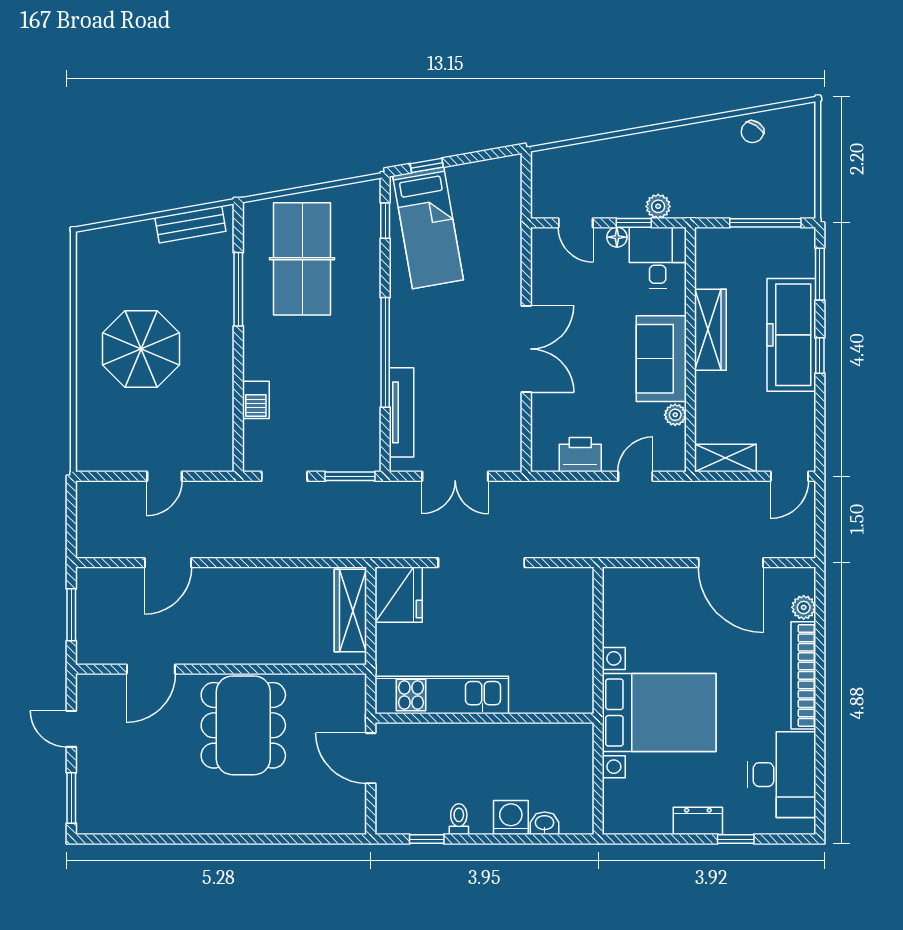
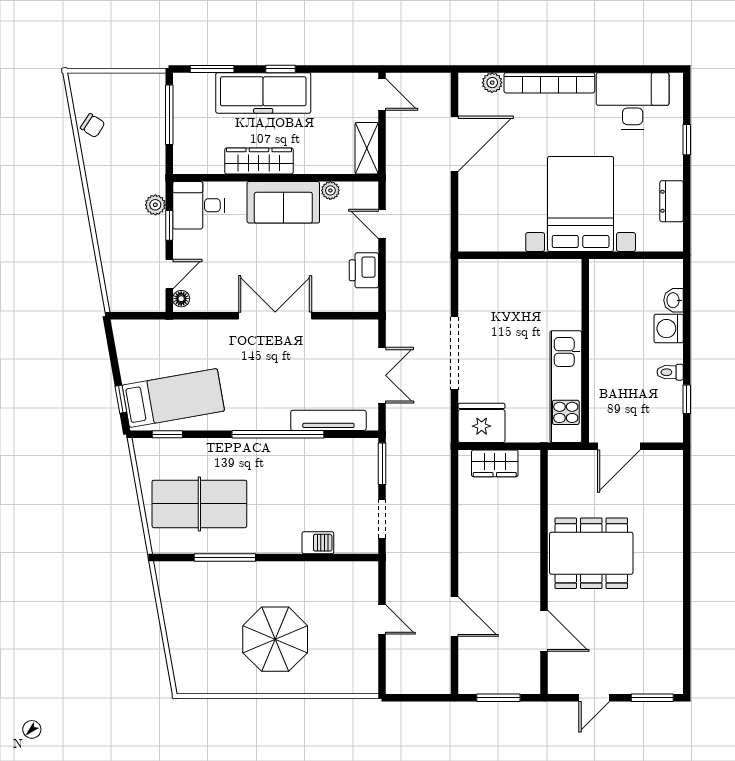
bench: (190, 224) -> (171, 598), removed
floor lamp: (617, 237) -> (181, 299), moved
wardrobe: (350, 610) -> (495, 463), width x0.67
dresser: (698, 821) -> (672, 201), moved

